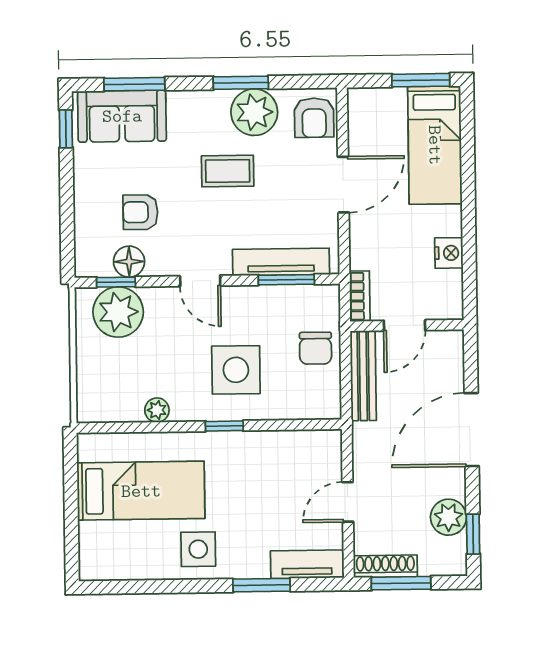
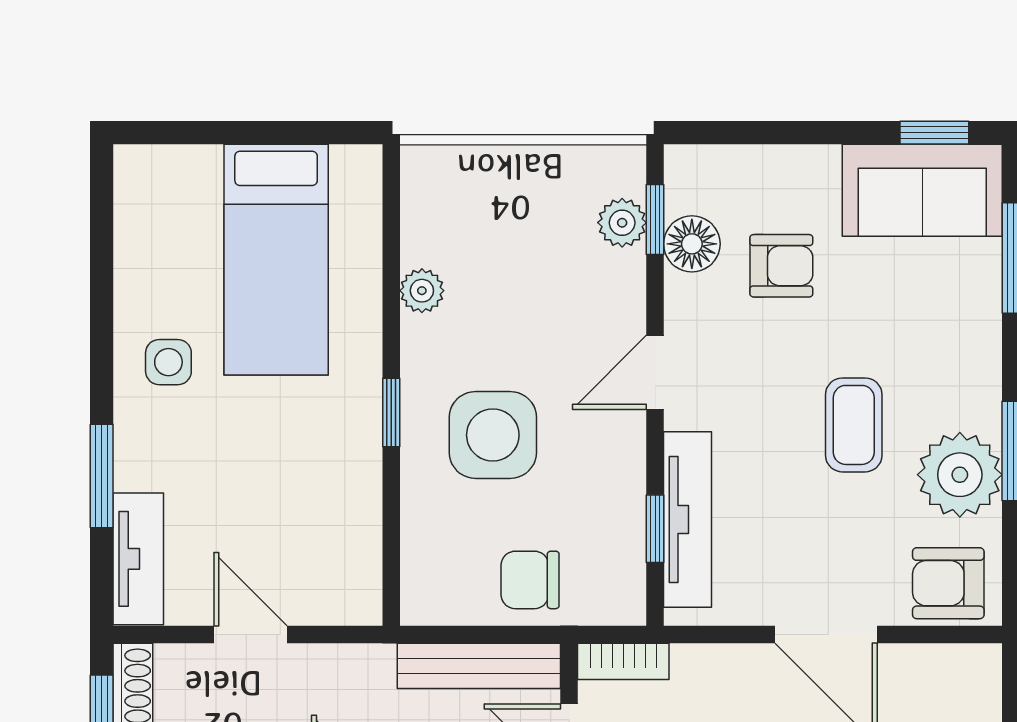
sofa: (122, 116) -> (922, 190), moved, turned -90
armchair: (140, 212) -> (781, 266), turned 90
window: (286, 280) -> (655, 529), width x0.67
plant: (118, 312) -> (622, 223), width x0.53, depth x0.53
side table: (198, 549) -> (168, 362), width x0.73, depth x0.73

